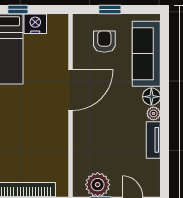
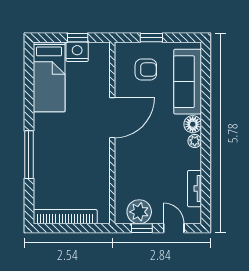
window: (18, 9) -> (78, 38), moved
armchair: (104, 42) -> (146, 70), turned 90
tv unit: (153, 140) -> (194, 189), moved

